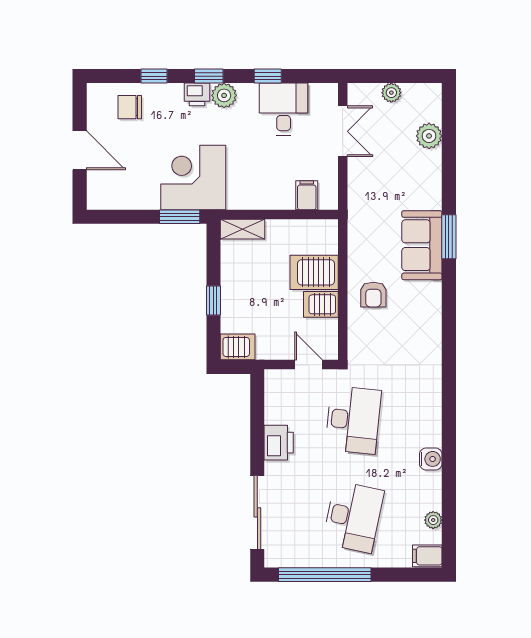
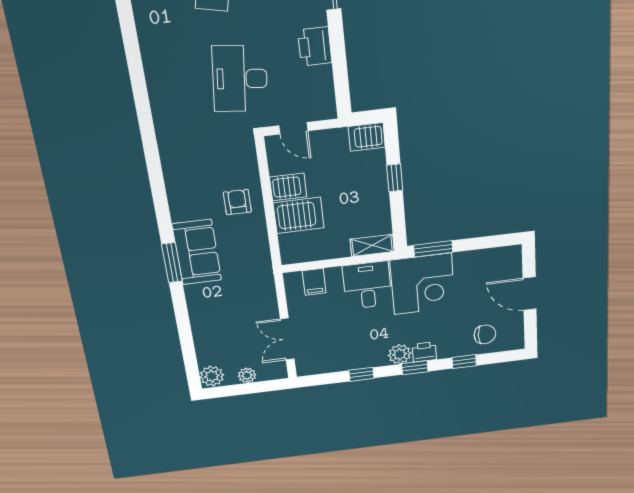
desk: (284, 109) -> (367, 285), moved, turned 180
plant: (429, 136) -> (212, 376), moved
water cooler: (431, 459) -> (152, 48), removed

